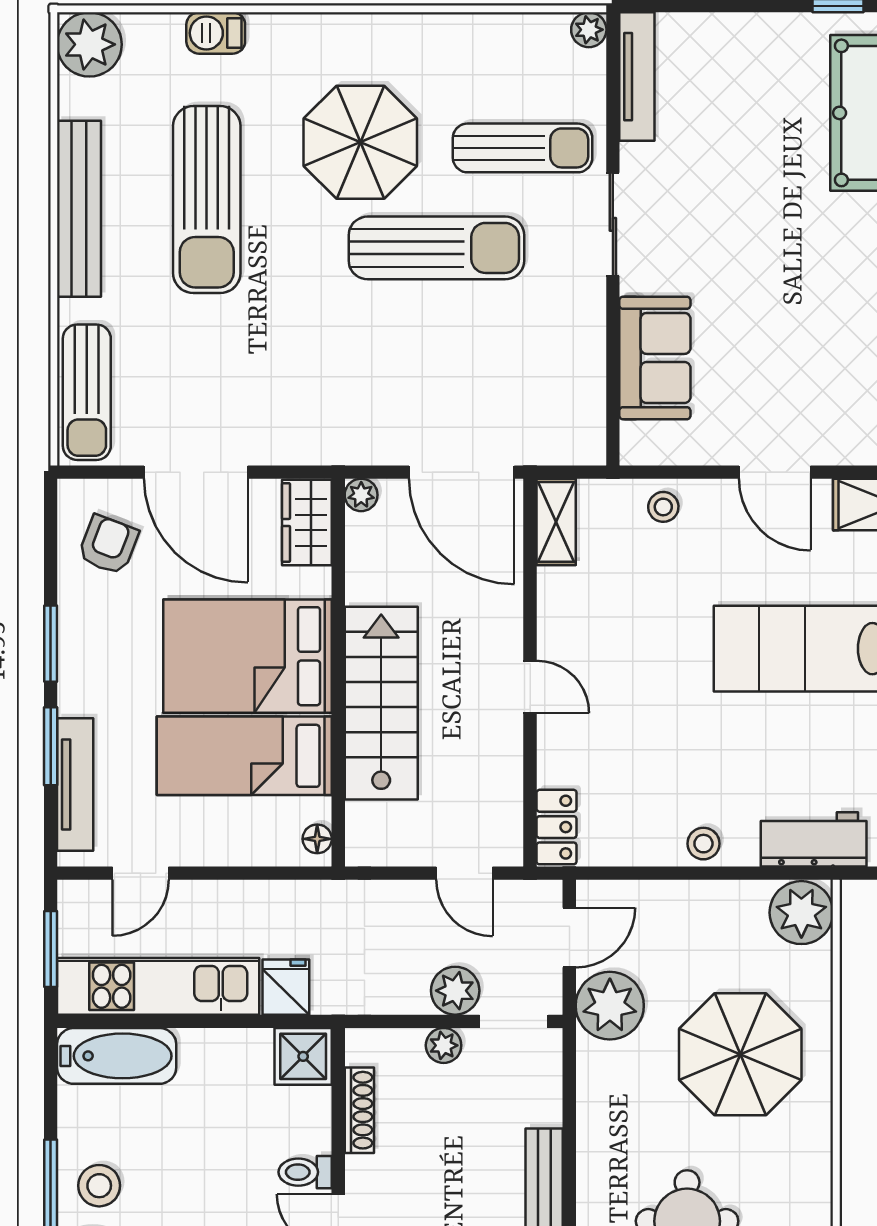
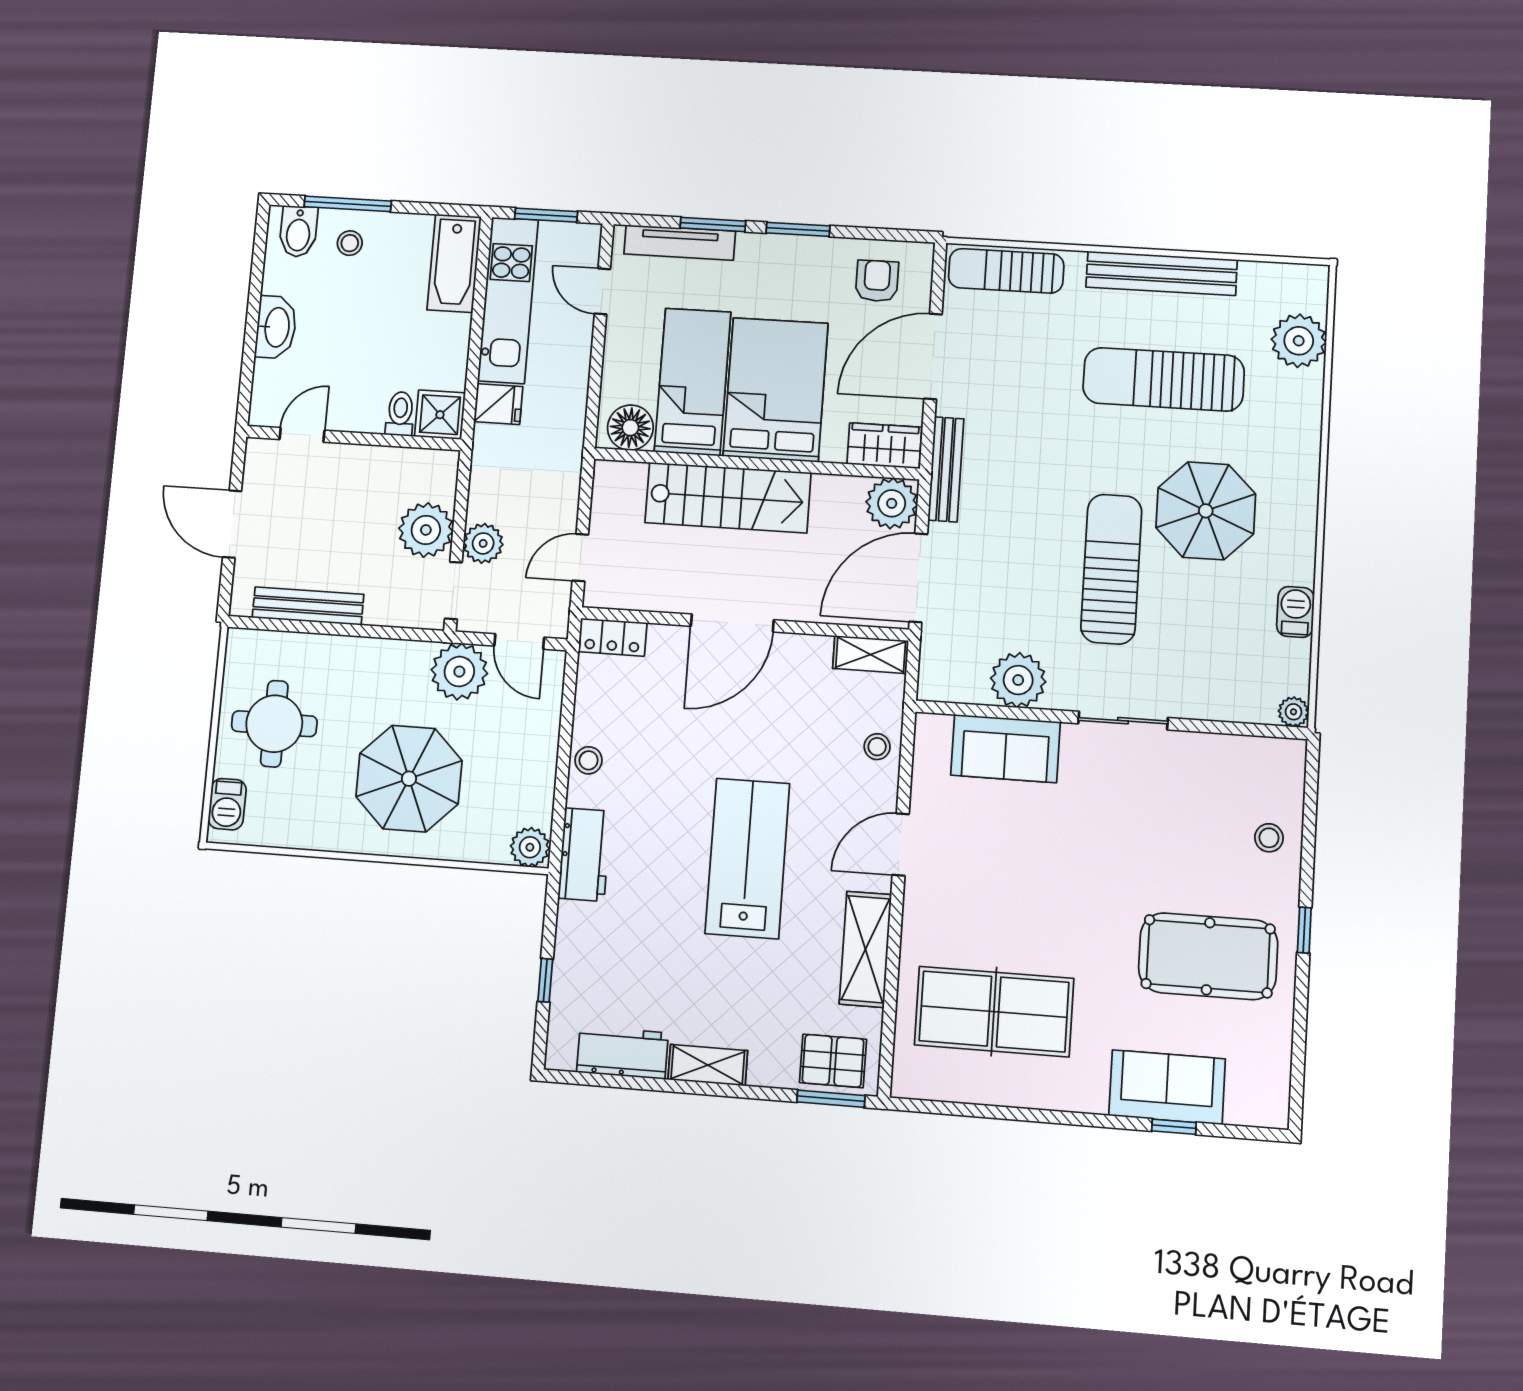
barbecue: (216, 33) -> (1295, 612), moved
plant: (89, 44) -> (1299, 341), moved
stool: (736, 51) -> (1269, 838), added
tv unit: (637, 77) -> (1251, 750), removed
sun lounger: (523, 148) -> (1194, 648), removed
sun lounger: (436, 248) -> (1111, 569), turned 180
plant: (574, 348) -> (1018, 680), added
bench: (331, 448) -> (946, 469), added
plant: (361, 495) -> (892, 503), width x1.88, depth x1.88
armchair: (108, 545) -> (877, 281), turned -111
door: (530, 687) -> (732, 623), width x1.87
floor lamp: (317, 839) -> (630, 428), width x1.89, depth x1.89
plant: (801, 913) -> (530, 847), width x0.73, depth x0.73
plant: (444, 1045) -> (426, 530), width x1.87, depth x1.87
shoe rack: (359, 1110) -> (392, 458), removed
toilet: (305, 1172) -> (400, 414), moved
stool: (99, 1186) -> (350, 243), width x0.73, depth x0.73

